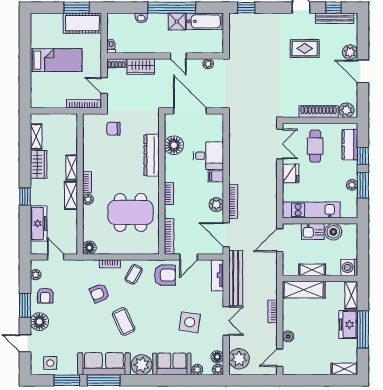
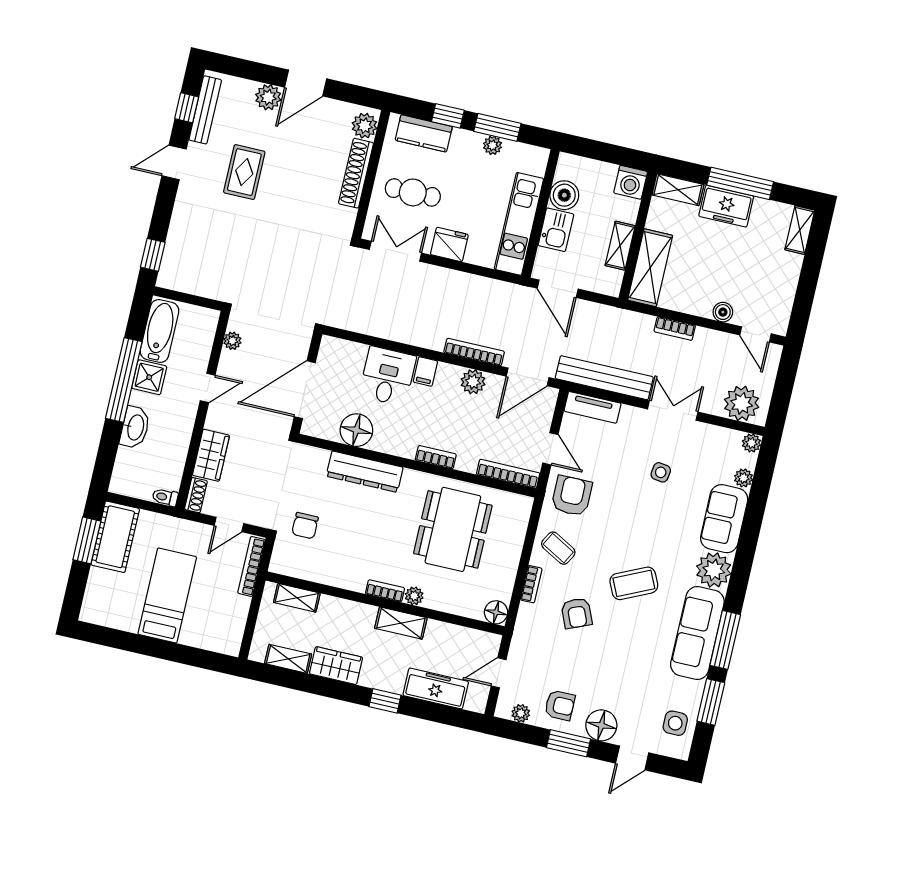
washbasin: (141, 18) -> (135, 427), width x1.91, depth x1.45
shelving: (72, 168) -> (297, 598), moved
side table: (190, 322) -> (661, 472), width x0.54, depth x0.54
floor lamp: (217, 357) -> (730, 439), removed

